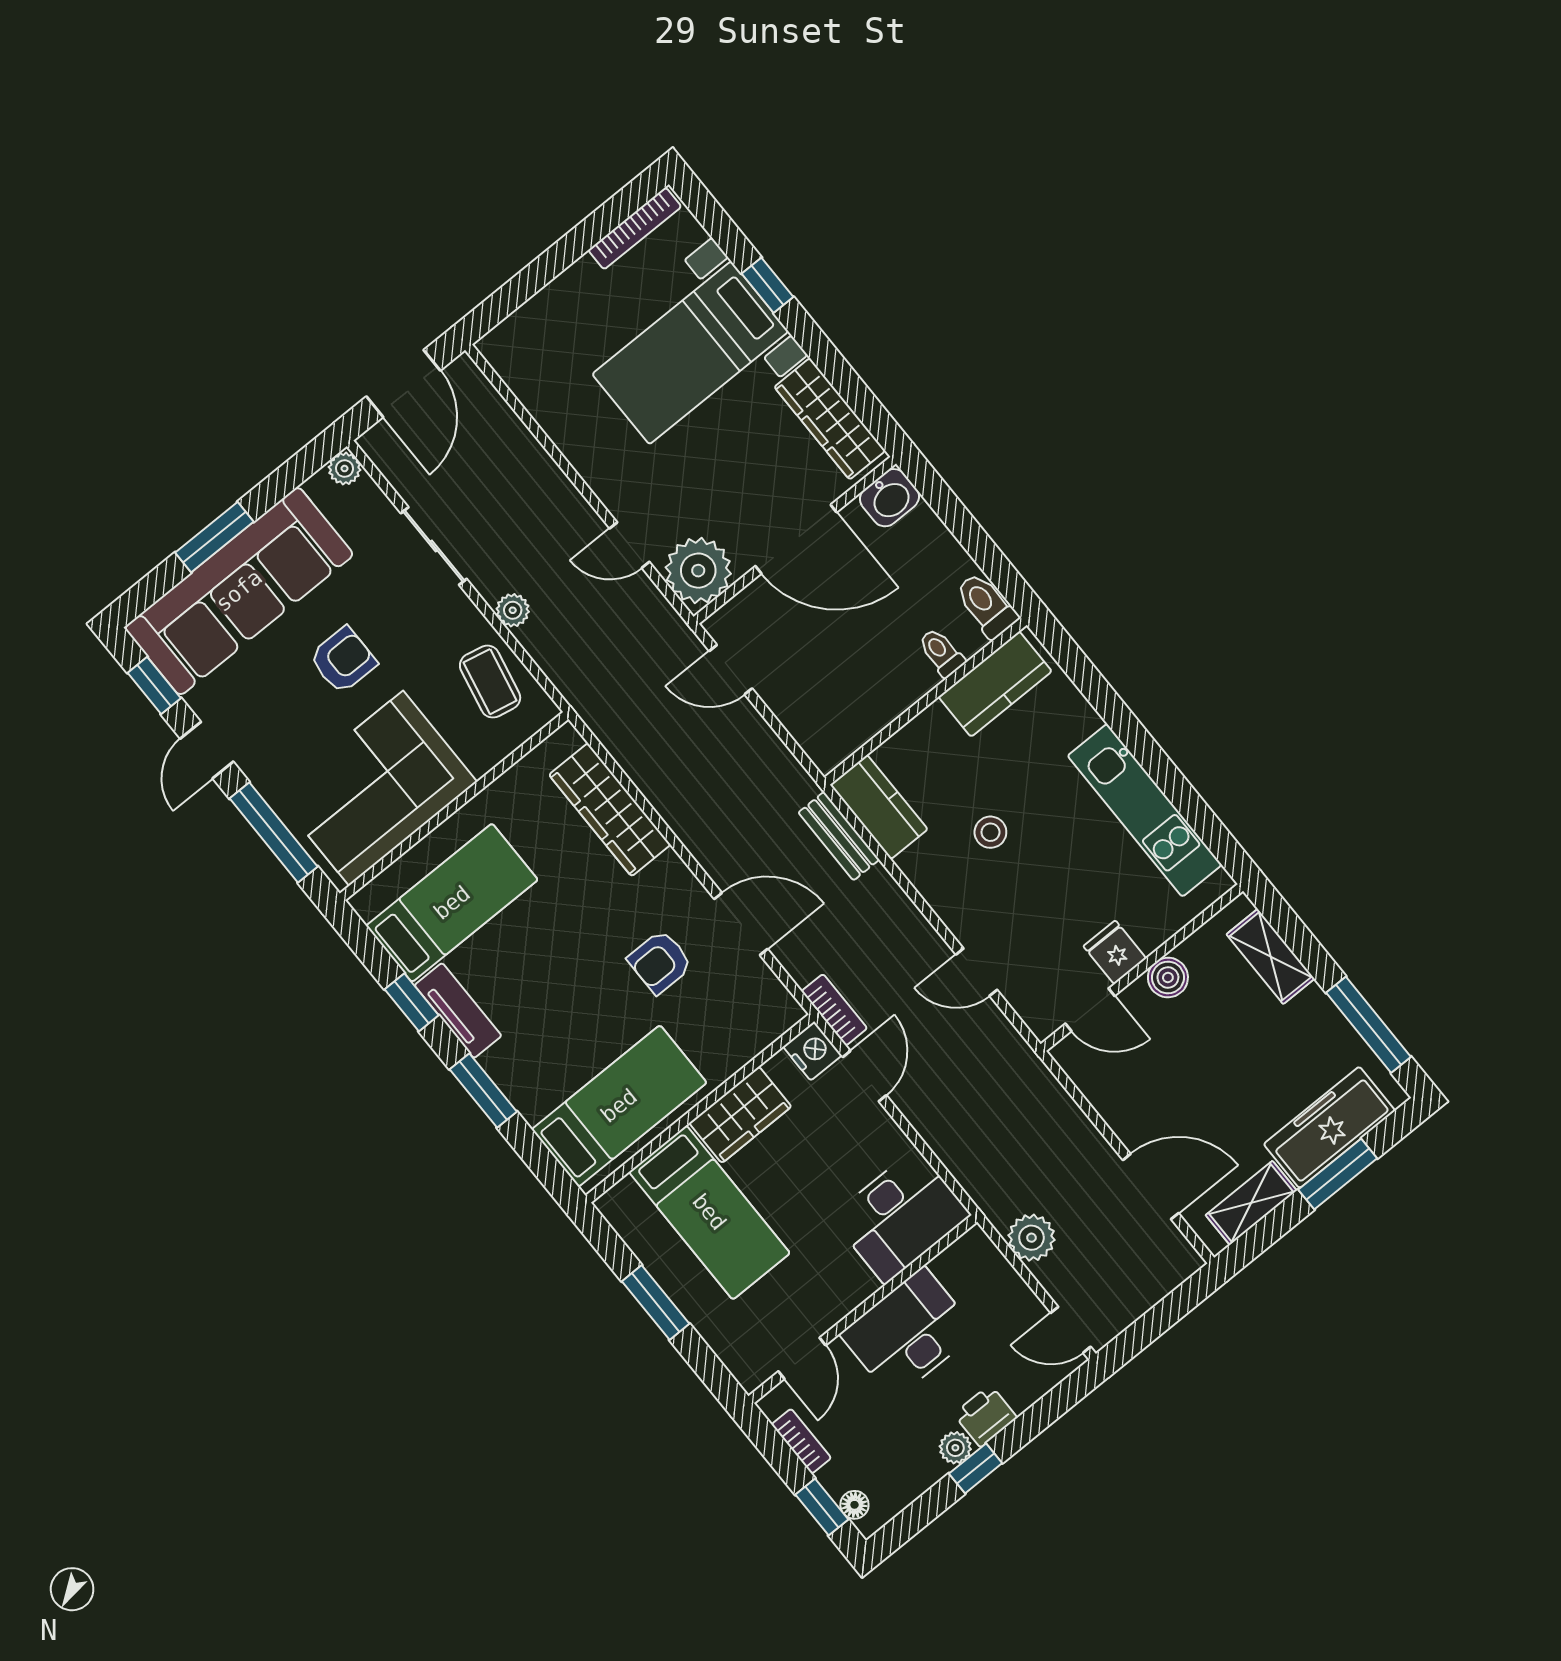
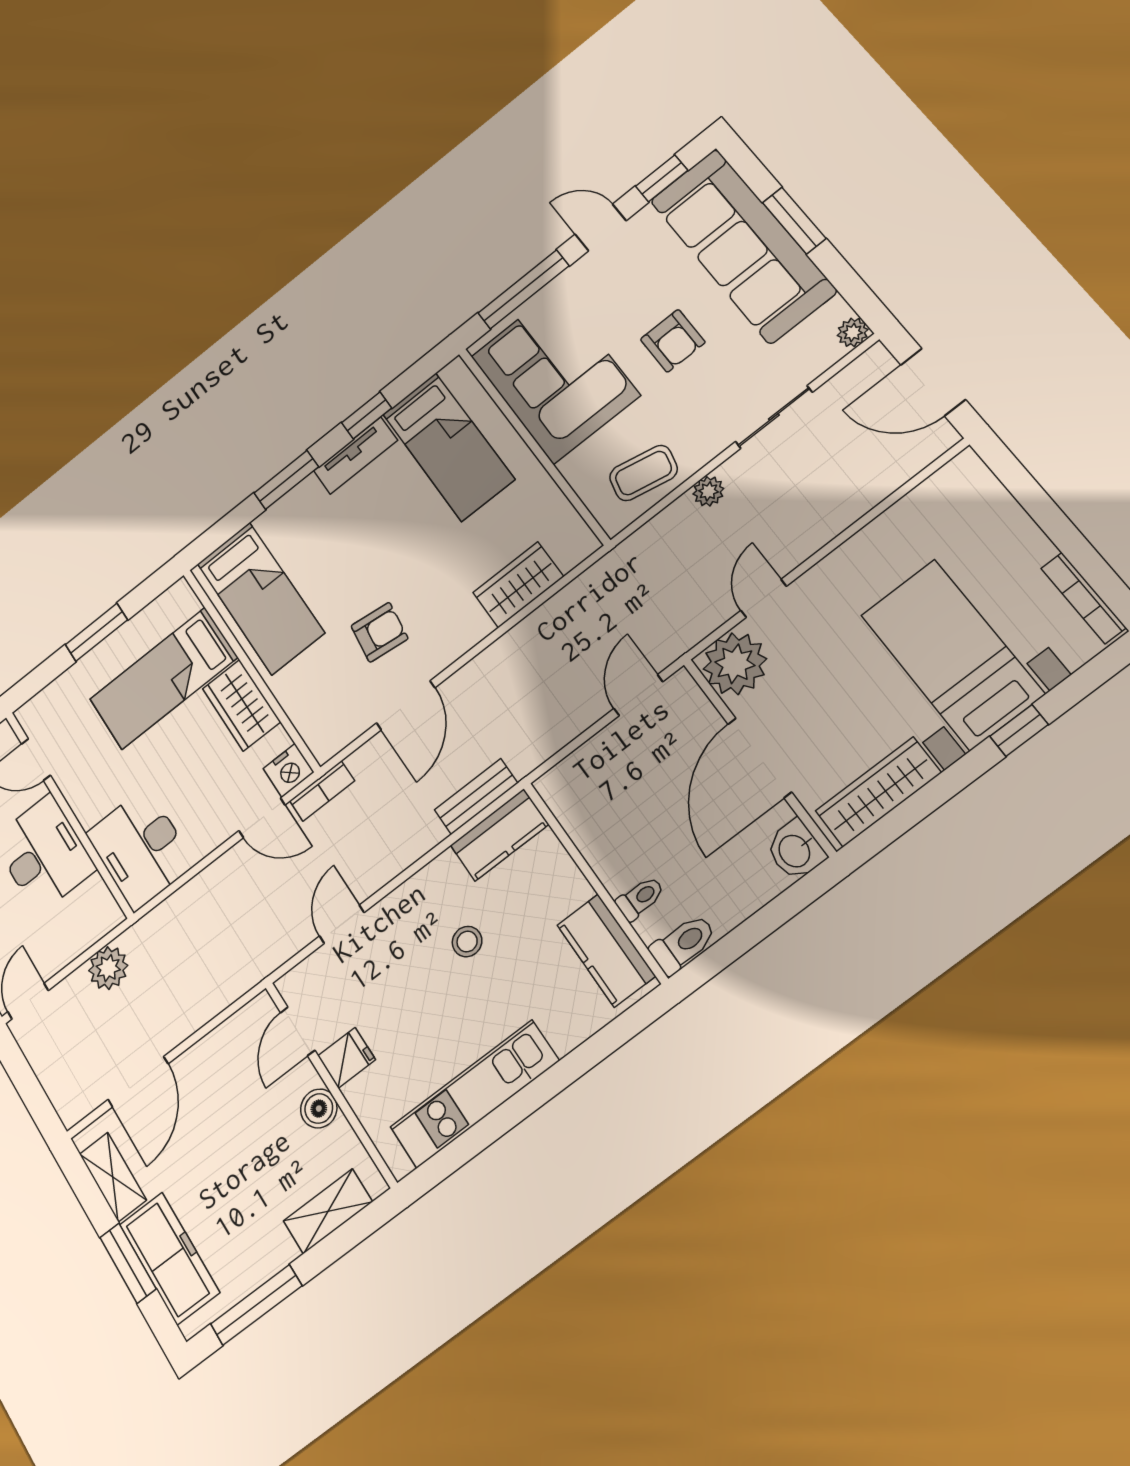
wardrobe: (610, 810) -> (518, 585), width x0.67
armchair: (660, 962) -> (380, 632), turned 97

